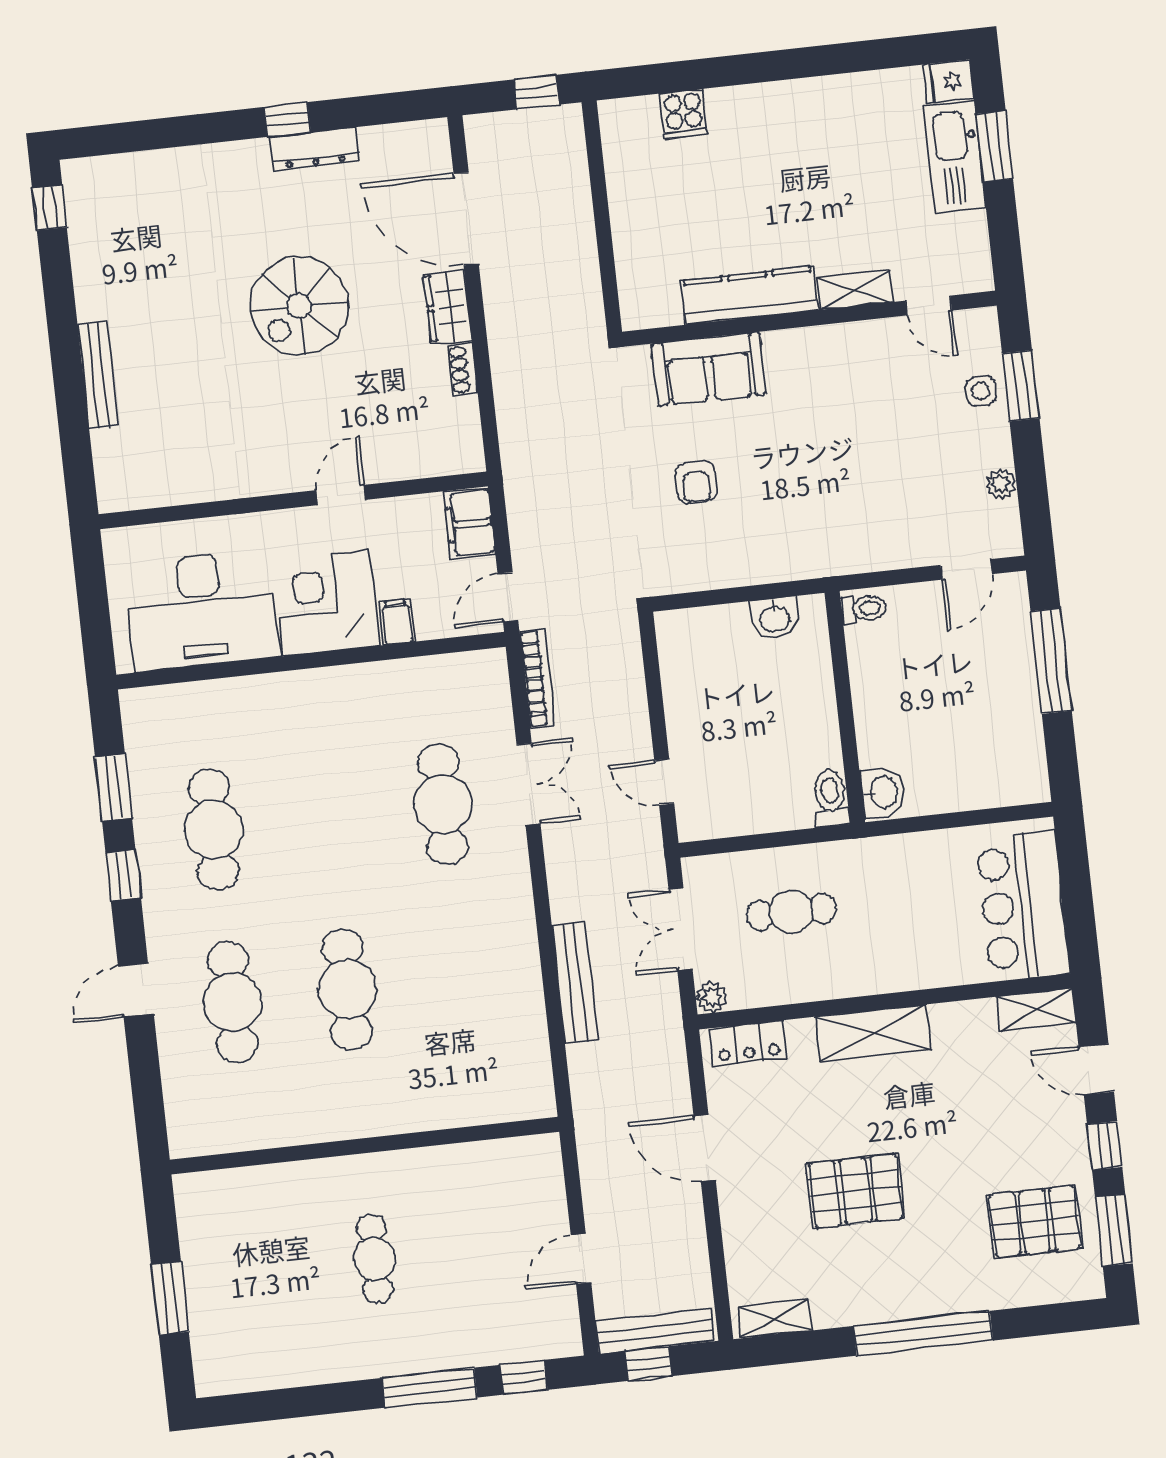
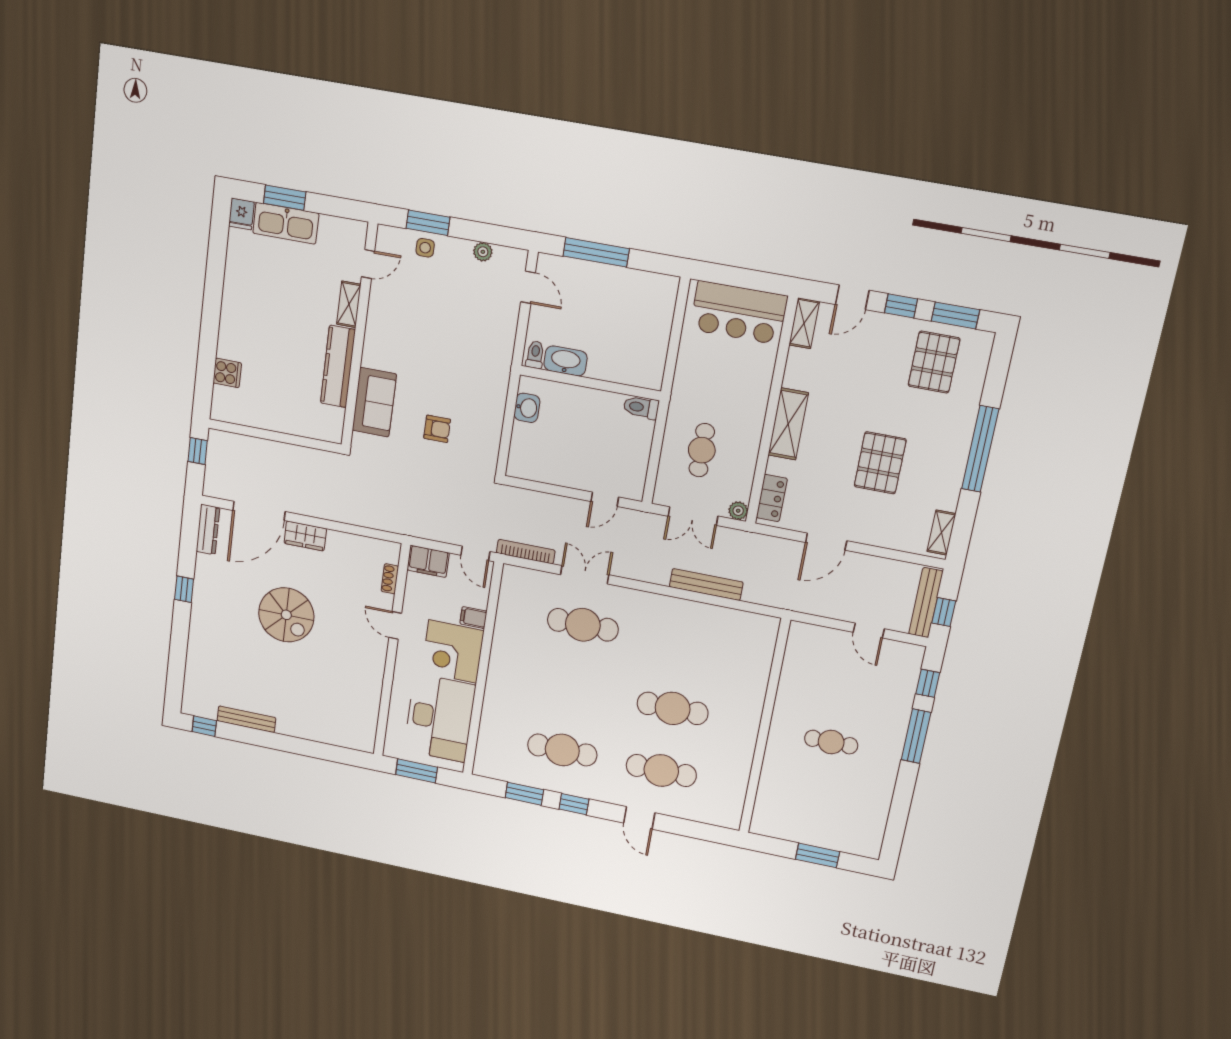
dresser: (314, 149) -> (208, 530), moved
shoe rack: (463, 369) -> (390, 579), moved, turned 90
bench: (98, 375) -> (246, 719), moved
window: (92, 595) -> (417, 771), added
washbasin: (883, 792) -> (566, 361), moved, width x1.38

